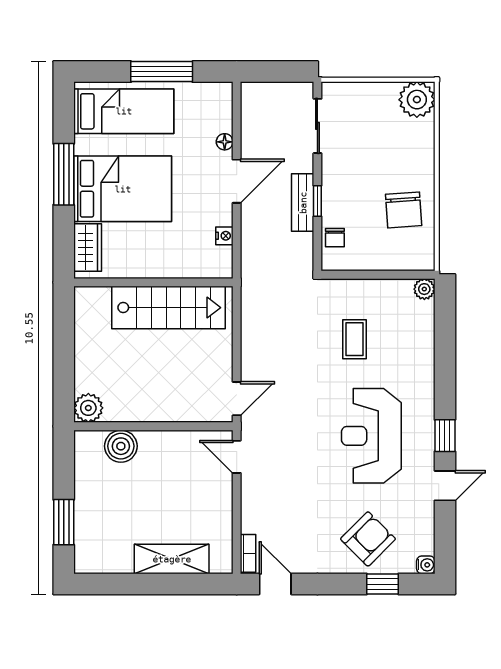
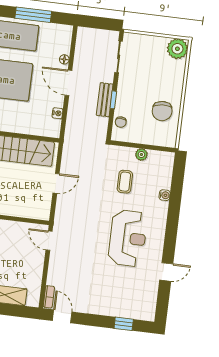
door: (237, 181) -> (68, 83), swing flipped
plant: (424, 289) -> (141, 155), moved
door: (237, 399) -> (56, 183), moved
reception desk: (371, 436) -> (128, 238), turned 180
window: (445, 436) -> (170, 243), removed
armchair: (368, 539) -> (119, 297), removed
water cooler: (426, 565) -> (165, 195), moved

